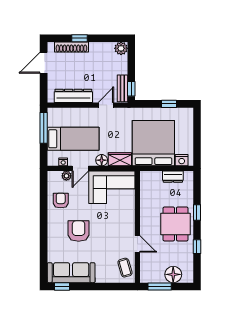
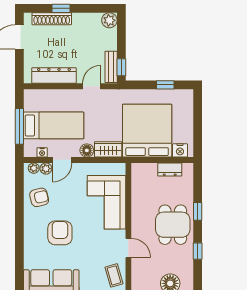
window: (44, 128) -> (19, 126), moved
plant: (56, 175) -> (34, 168), added
corner sofa: (112, 187) -> (106, 202), moved, turned 90
armchair: (61, 201) -> (39, 197), turned 76

